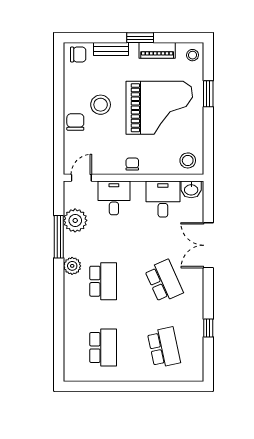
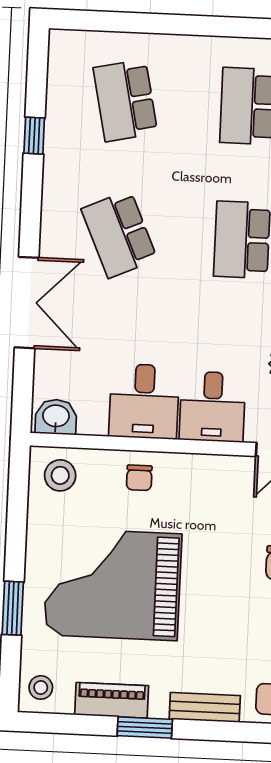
stool: (101, 105) -> (231, 596), removed
chair: (132, 164) -> (139, 478), moved
desk: (163, 199) -> (144, 401), moved

